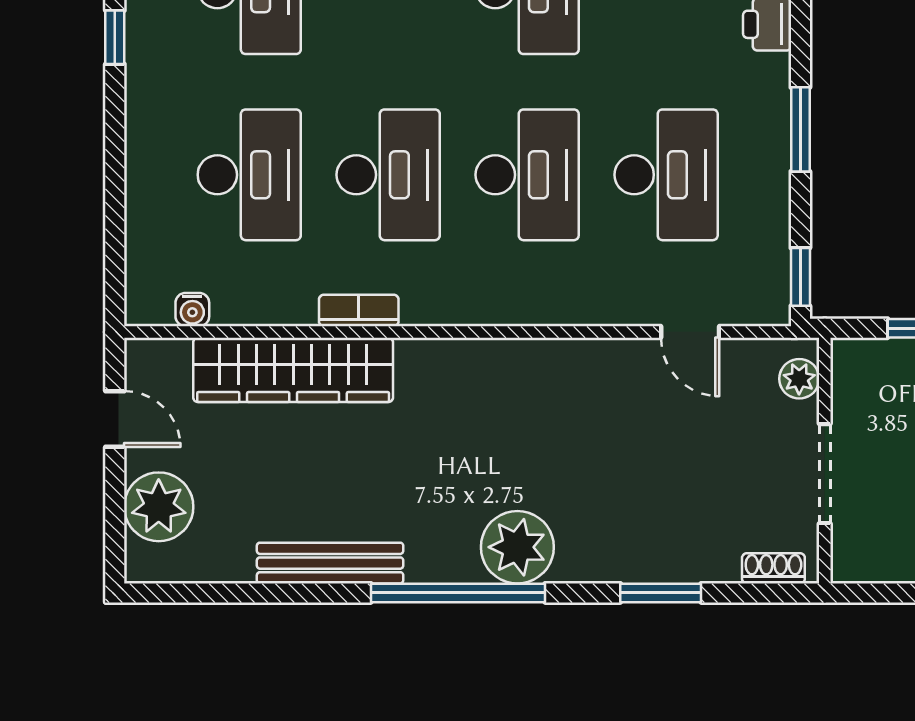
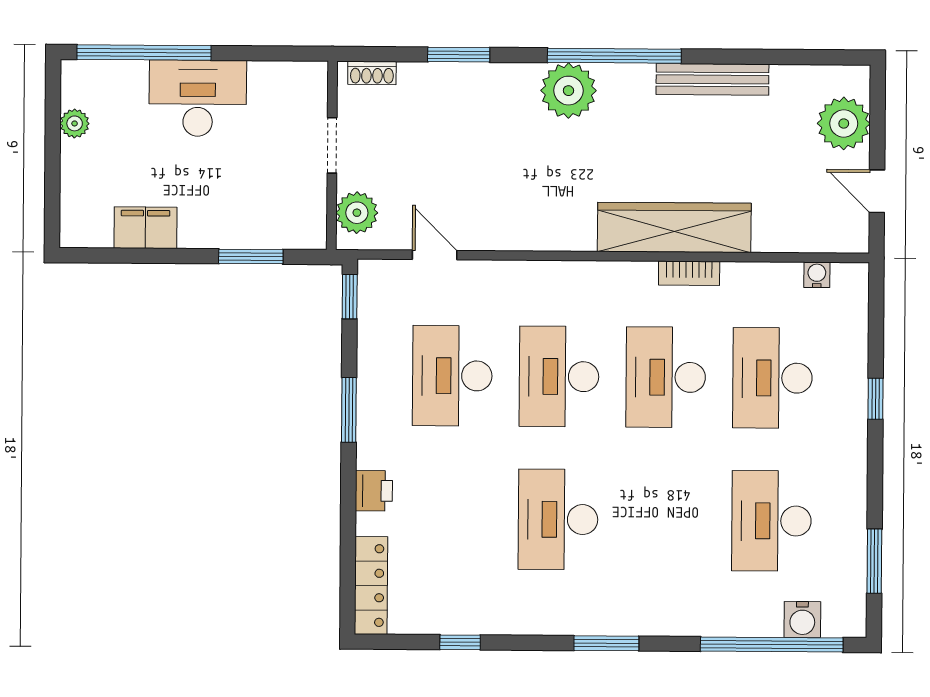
window: (115, 37) -> (876, 399), moved
wardrobe: (293, 370) -> (674, 227), moved
plant: (799, 379) -> (357, 213), width x1.38, depth x1.38
doorway: (825, 474) -> (332, 145), width x0.73

